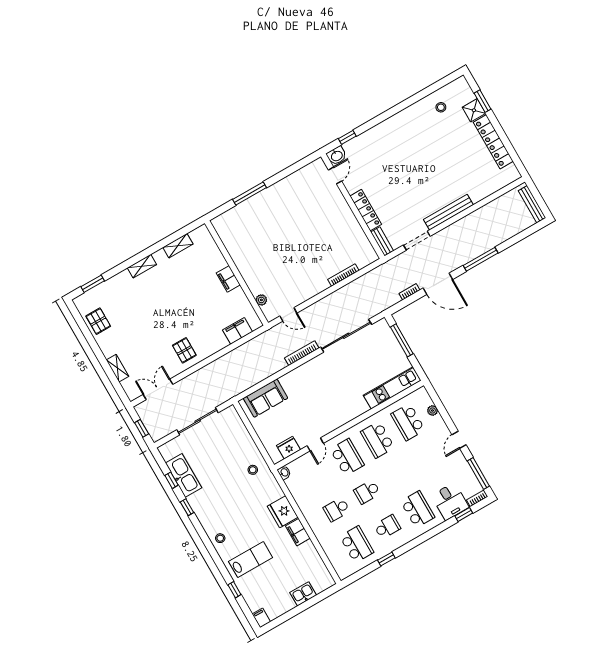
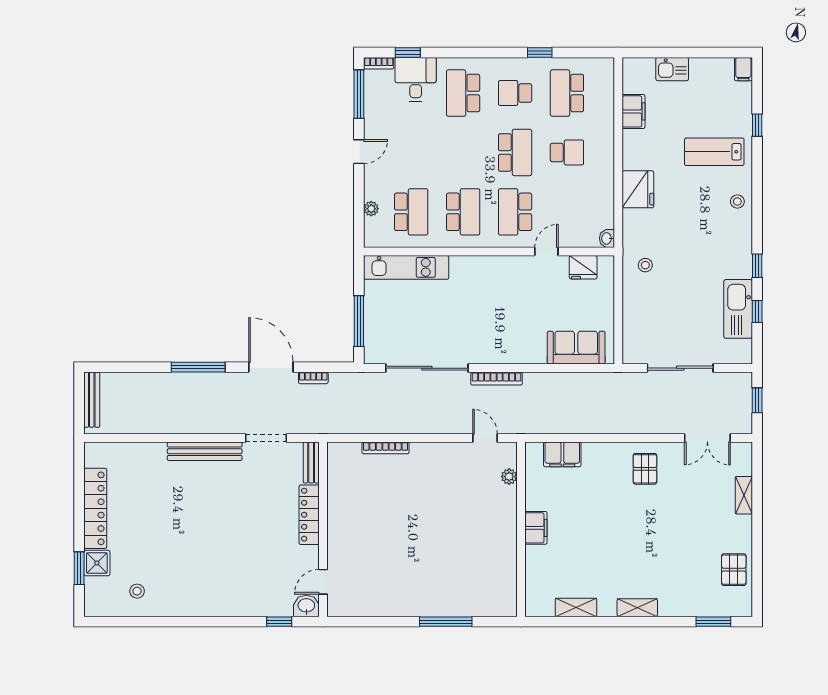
school desk: (367, 492) -> (515, 152), width x1.85
filing cabinet: (298, 532) -> (634, 111), moved

